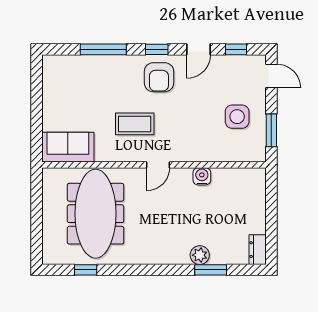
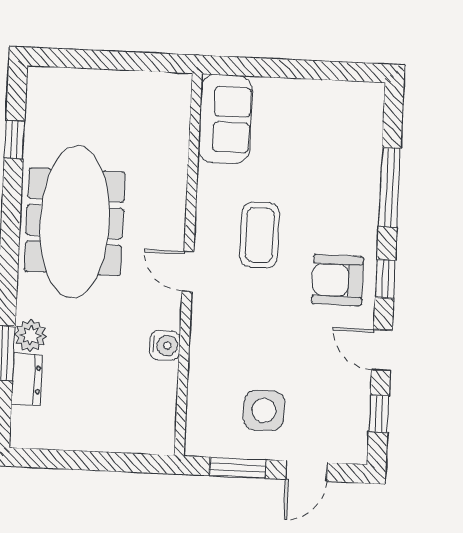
door: (271, 76) -> (306, 471), moved
meeting table: (96, 214) -> (75, 222), moved, turned 90
dresser: (258, 250) -> (27, 380), moved, turned 90

